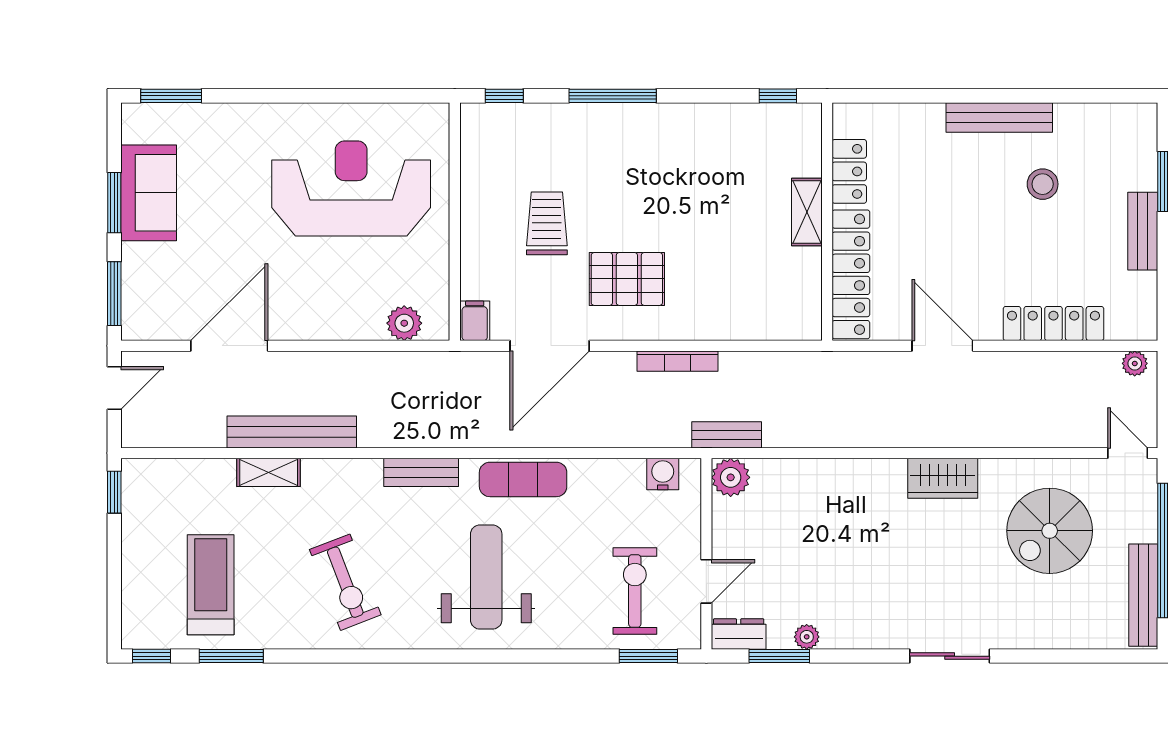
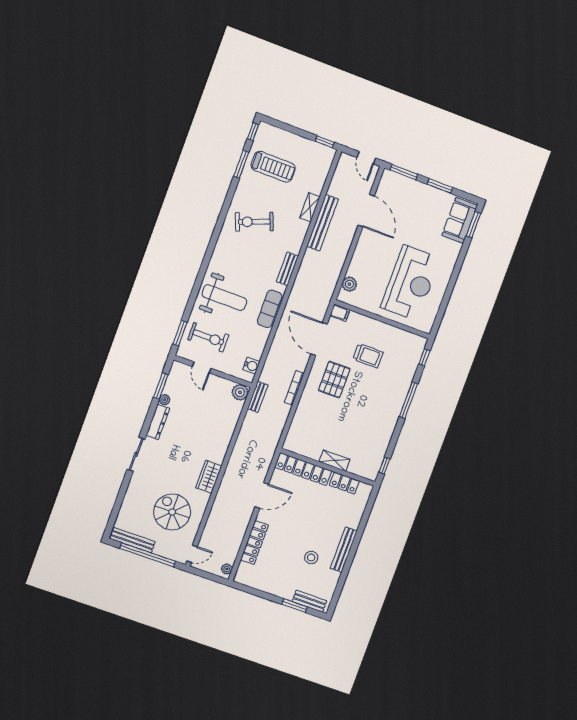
sofa: (149, 193) -> (460, 220), moved, turned 90
bench: (1143, 231) -> (309, 601), moved
weight bench: (486, 577) -> (224, 298), moved
dresser: (739, 634) -> (158, 422), moved, width x1.44

